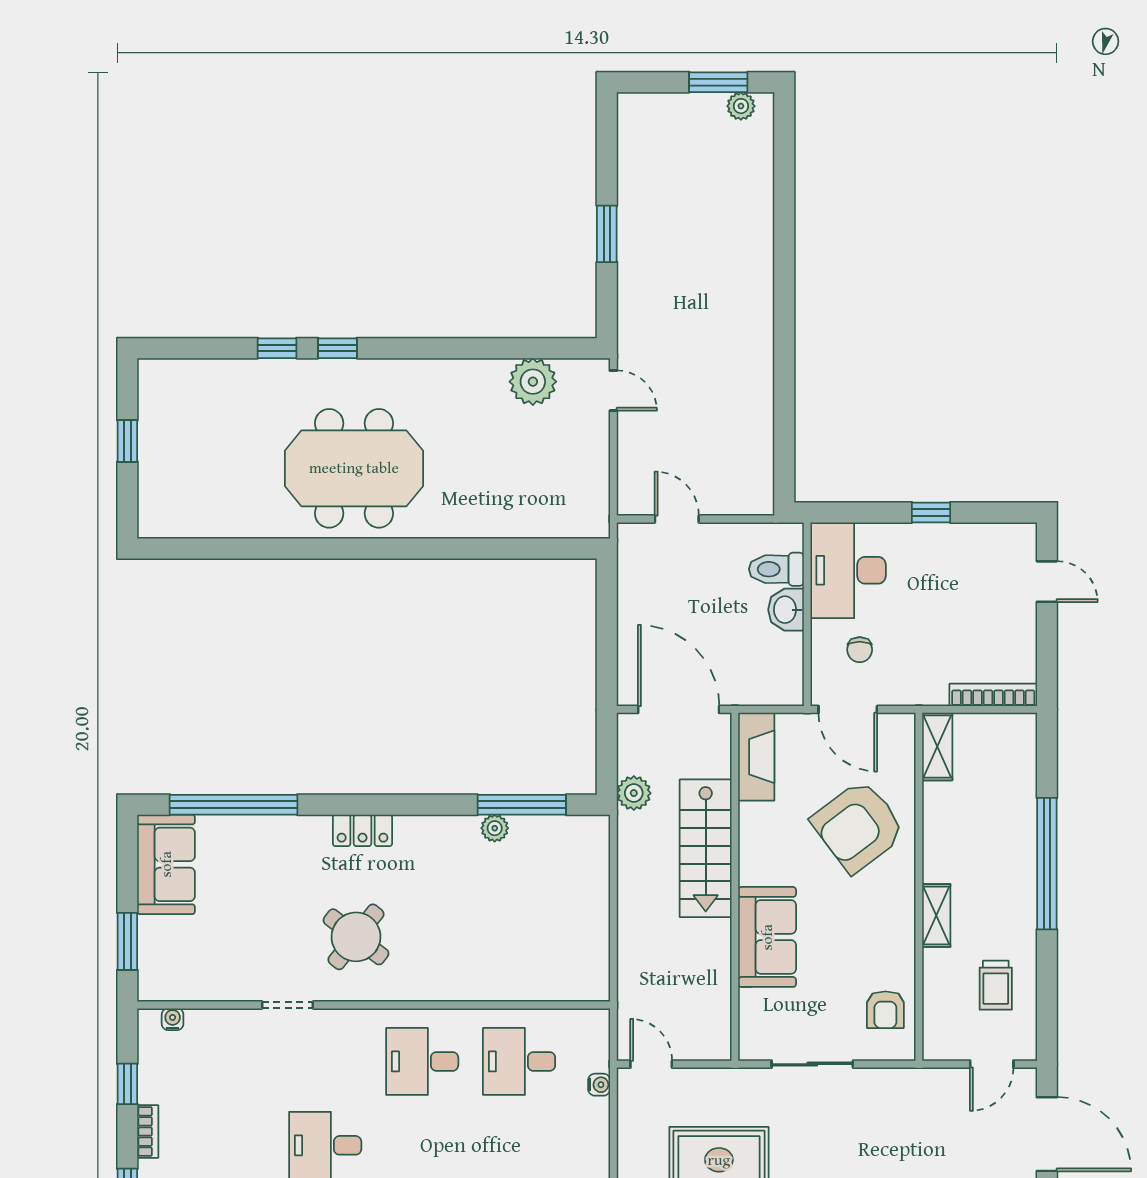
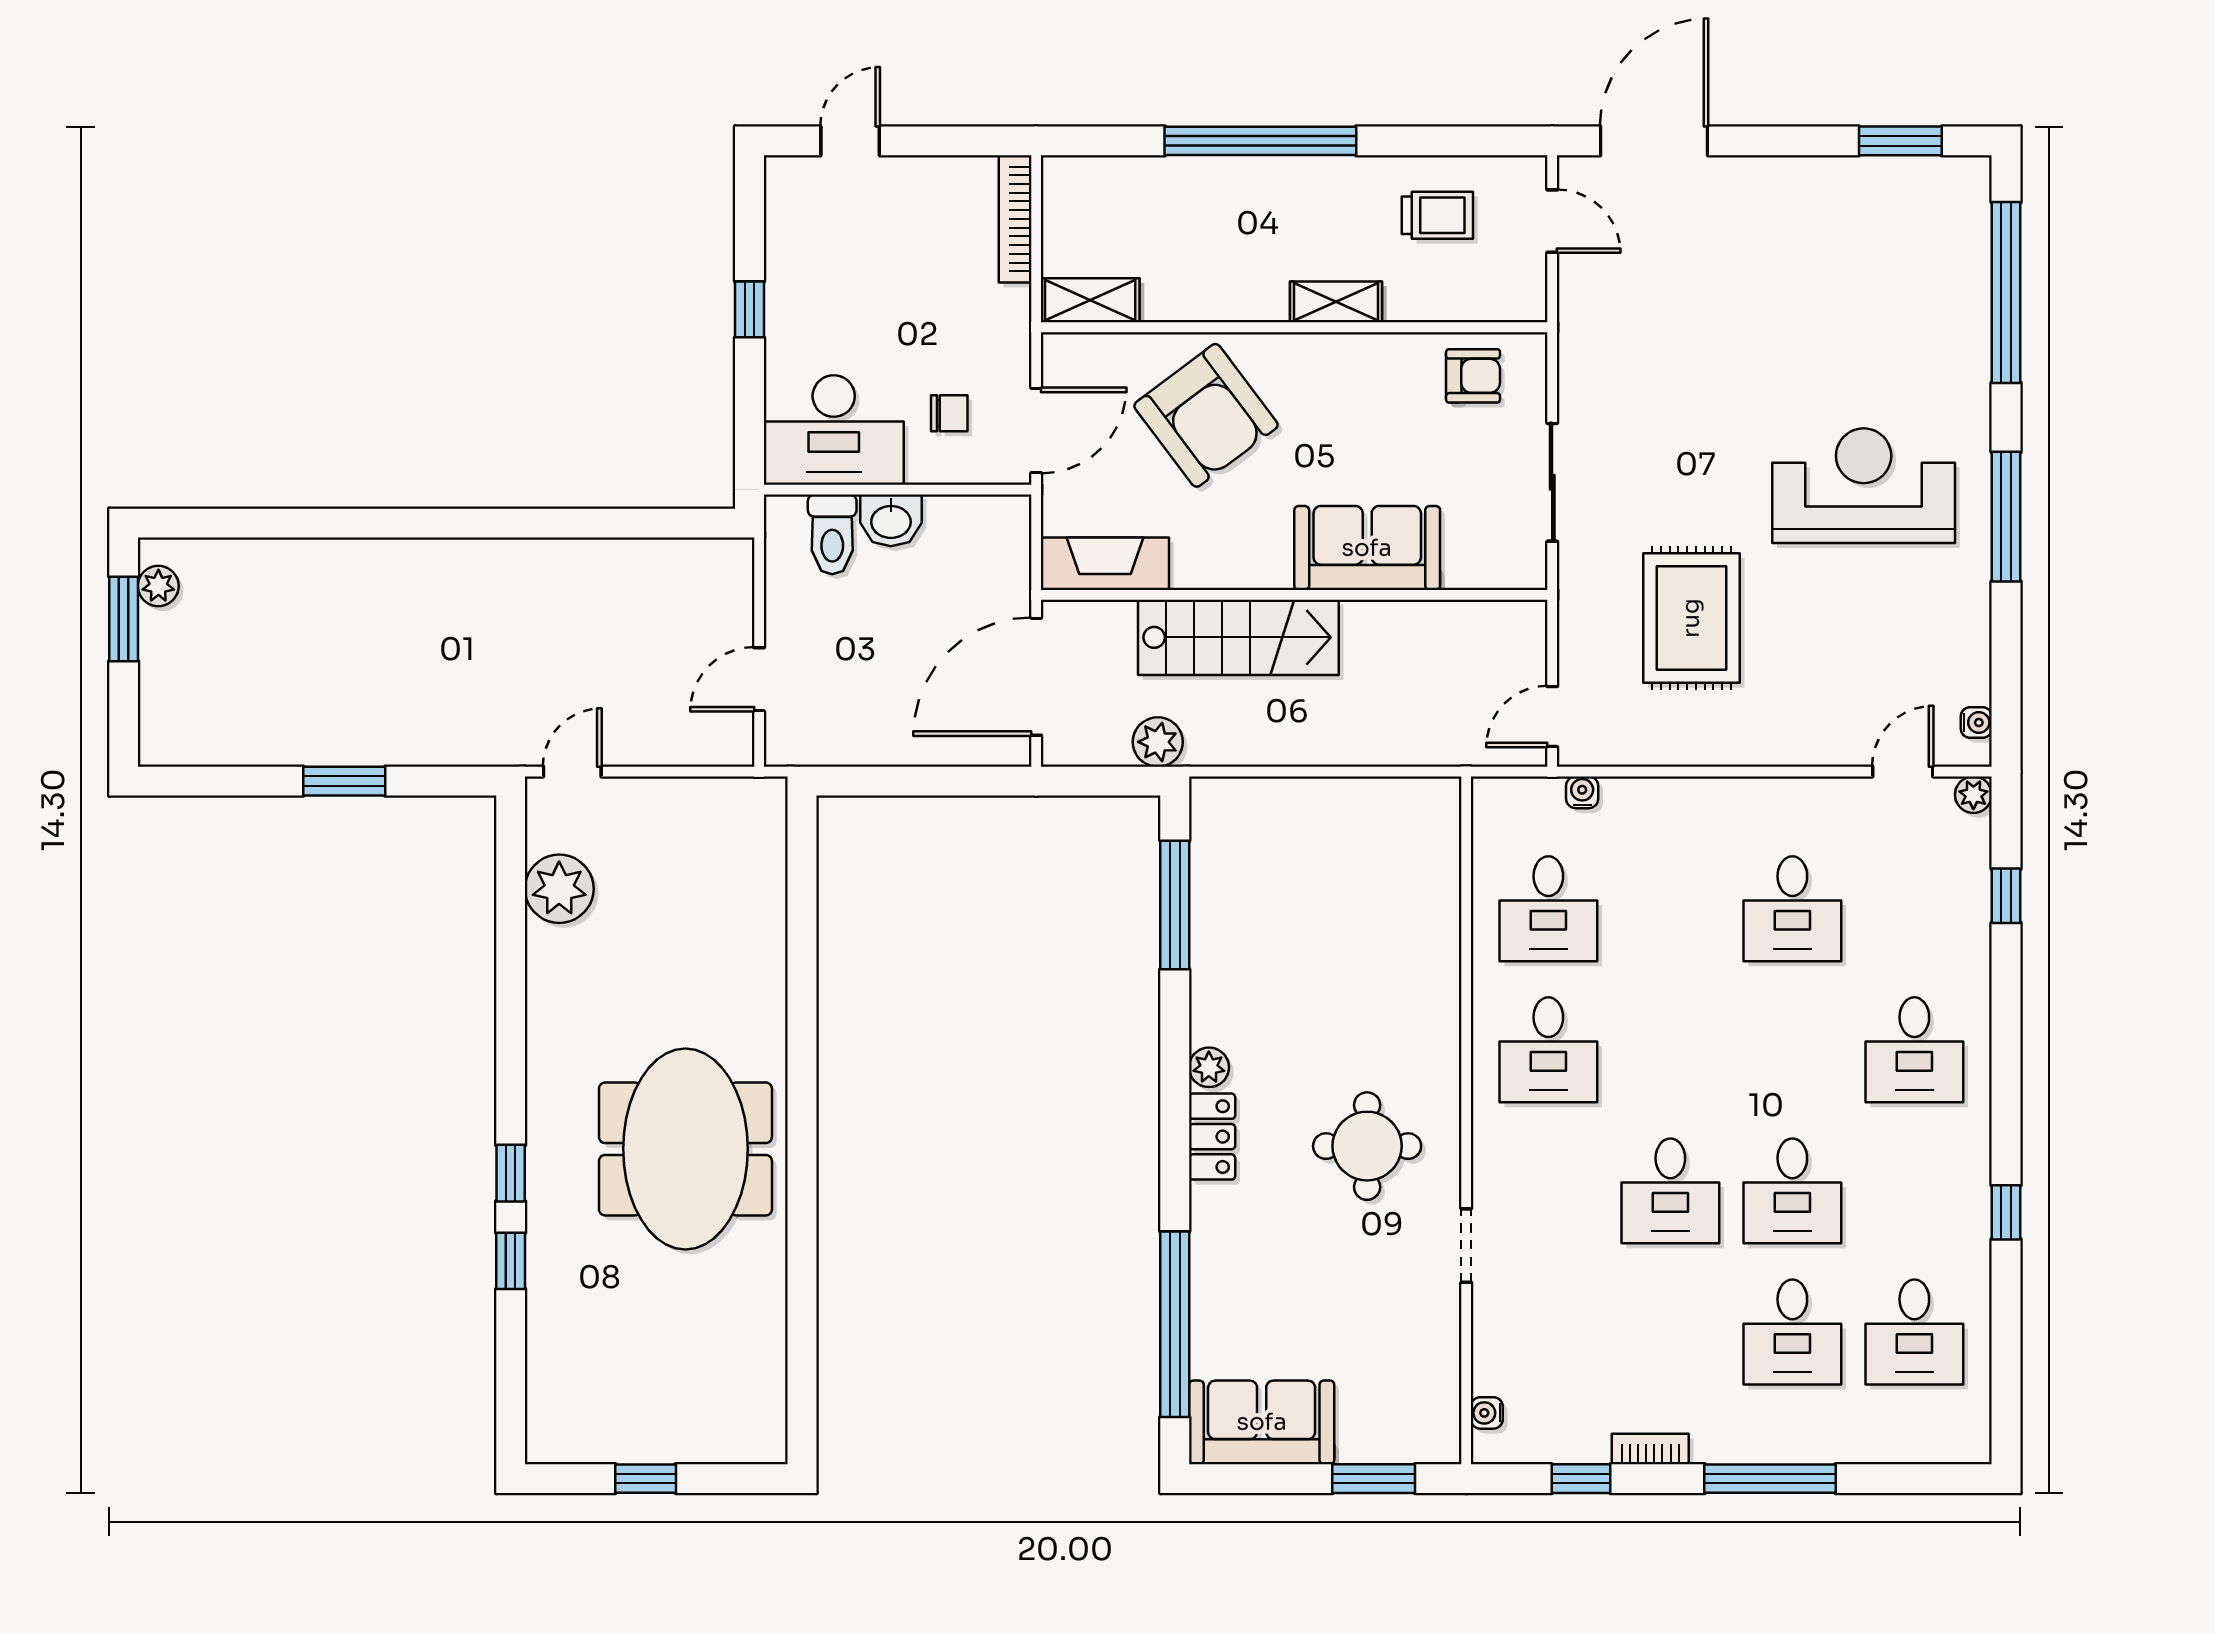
plant: (495, 828) -> (1209, 1067), moved
round table: (356, 937) -> (1367, 1146), turned -38

